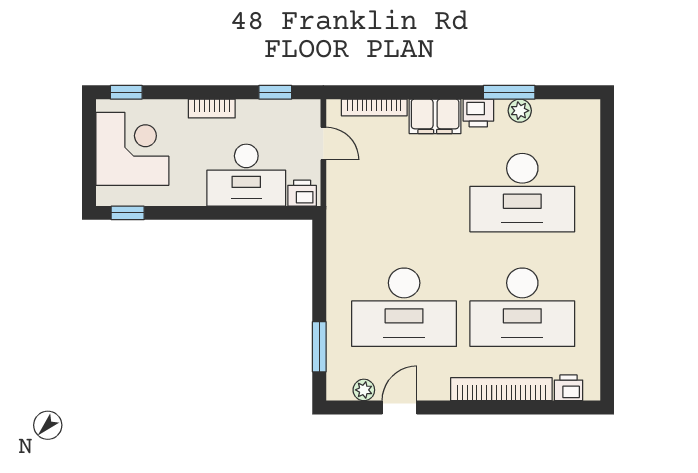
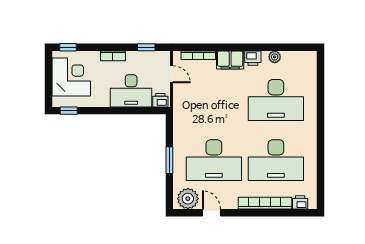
window: (509, 92) -> (269, 47), removed
window: (319, 347) -> (169, 160), moved
plant: (364, 390) -> (188, 199), width x1.87, depth x1.87
door: (399, 408) -> (211, 213), hinge flipped

